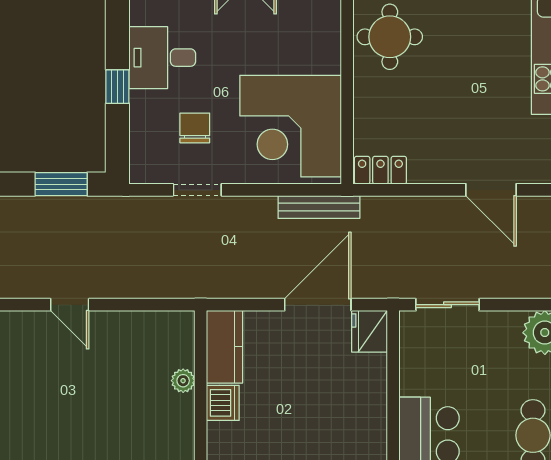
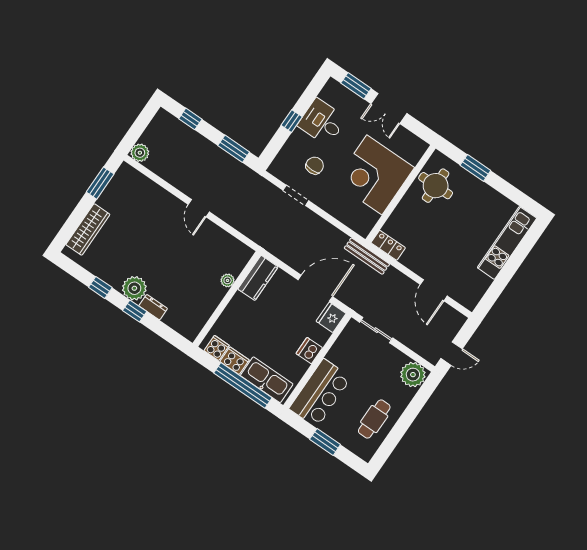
corner desk: (291, 126) -> (374, 175), moved
bench: (319, 207) -> (367, 256), moved
dishwasher: (223, 403) -> (309, 351), moved, turned 180

